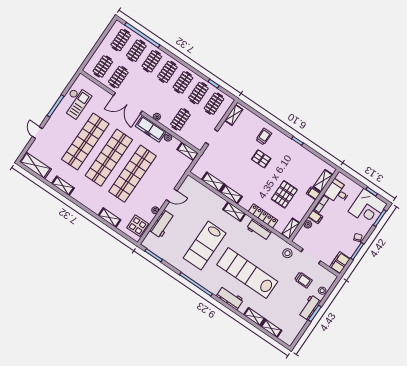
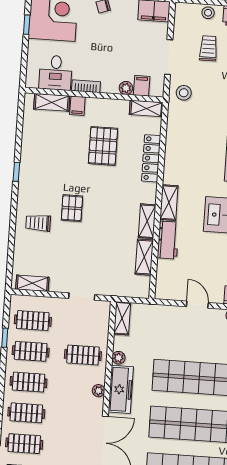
pallet: (284, 194) -> (103, 146), turned 90
filing cabinet: (315, 217) -> (142, 86), moved
workbench: (259, 230) -> (168, 240), moved

